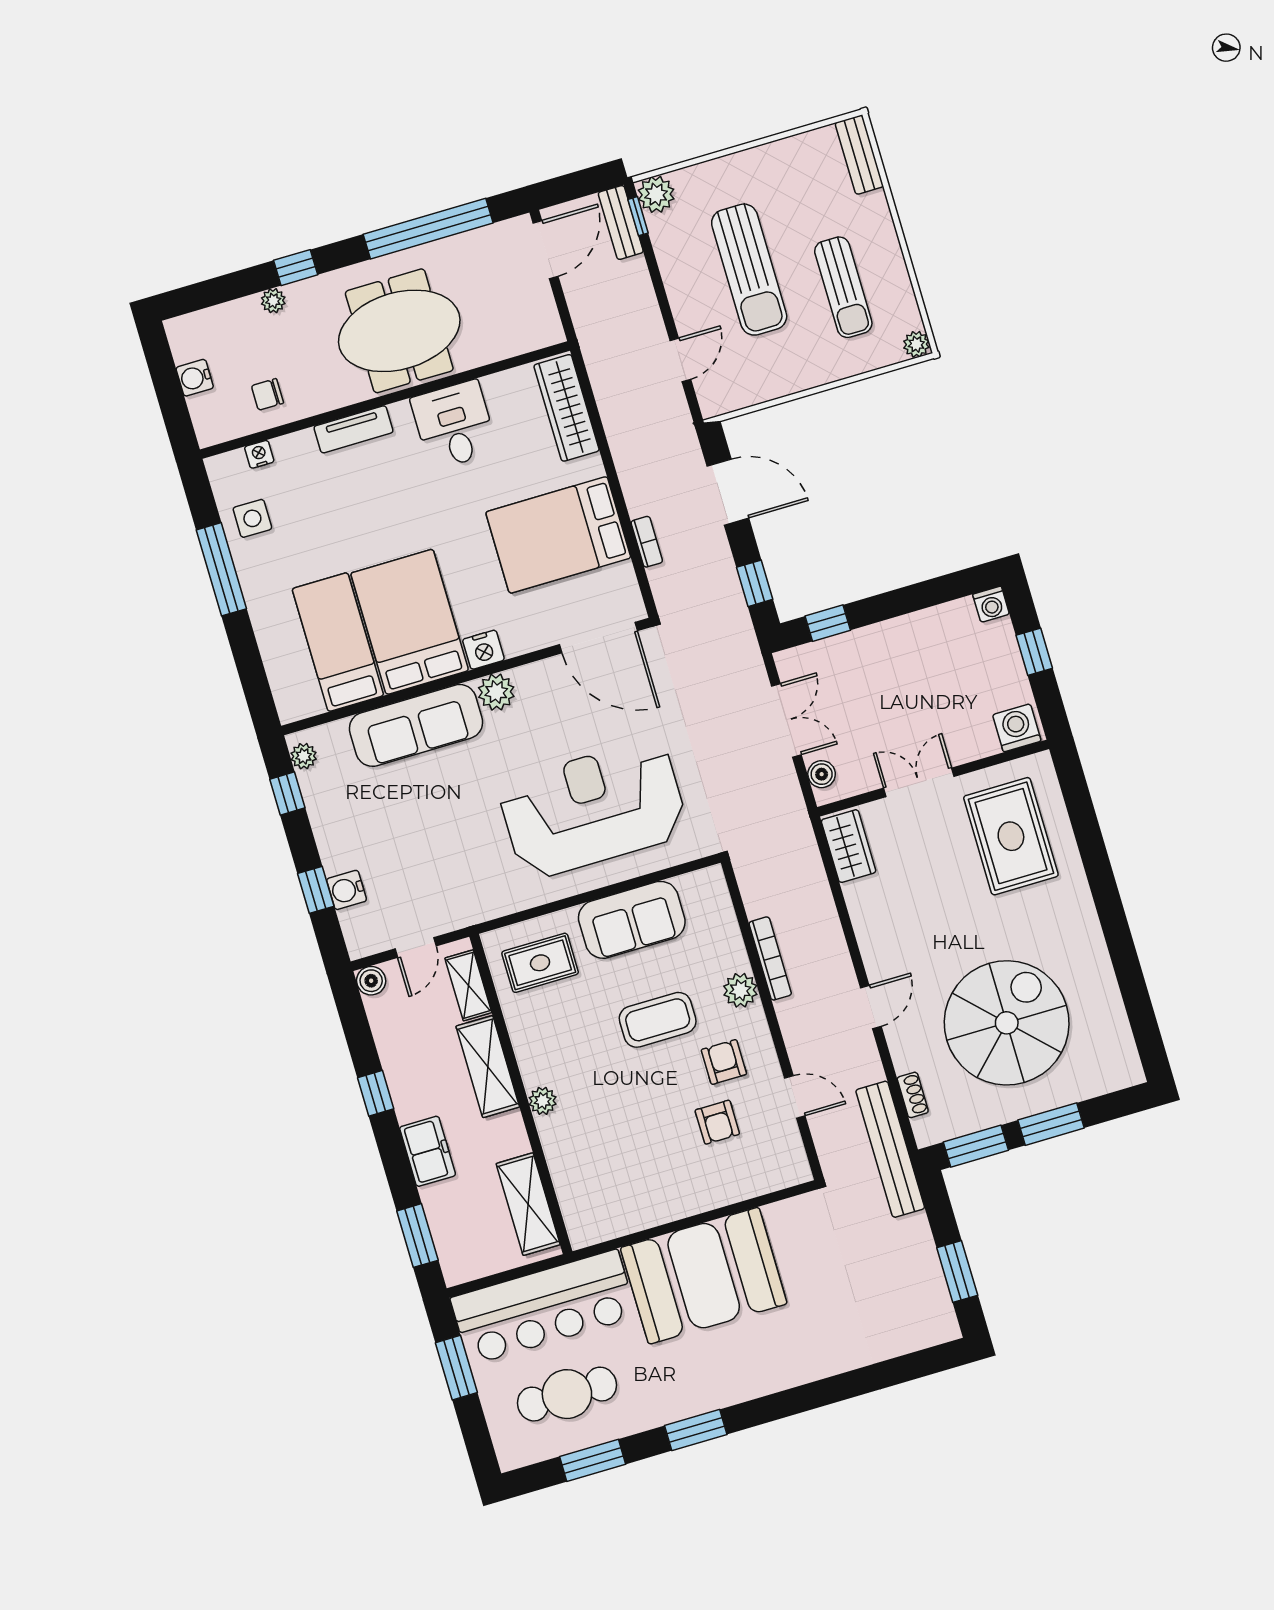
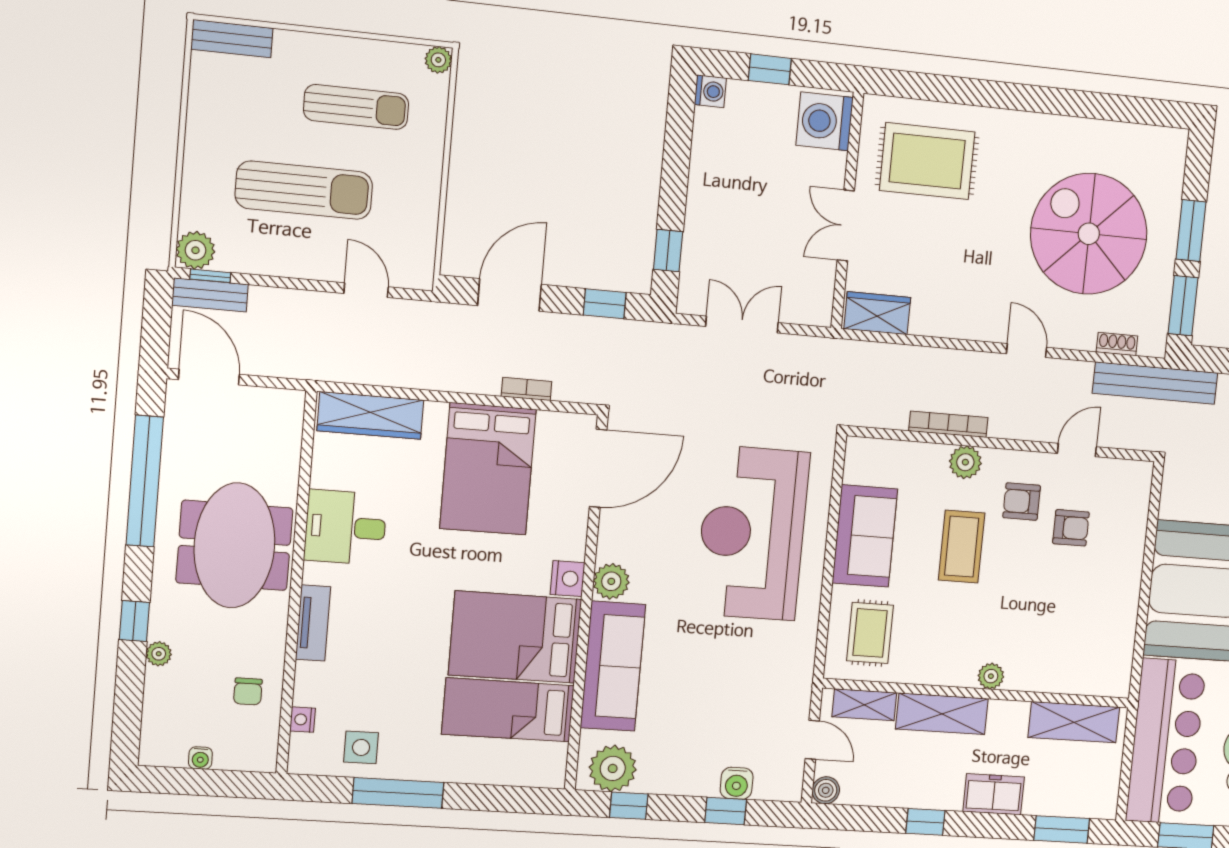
water cooler: (195, 378) -> (200, 758), width x0.72, depth x0.72
washing machine: (1017, 728) -> (825, 121), width x1.37, depth x1.37
plant: (304, 756) -> (613, 768), width x1.87, depth x1.87
boiler: (822, 774) -> (803, 312), removed

